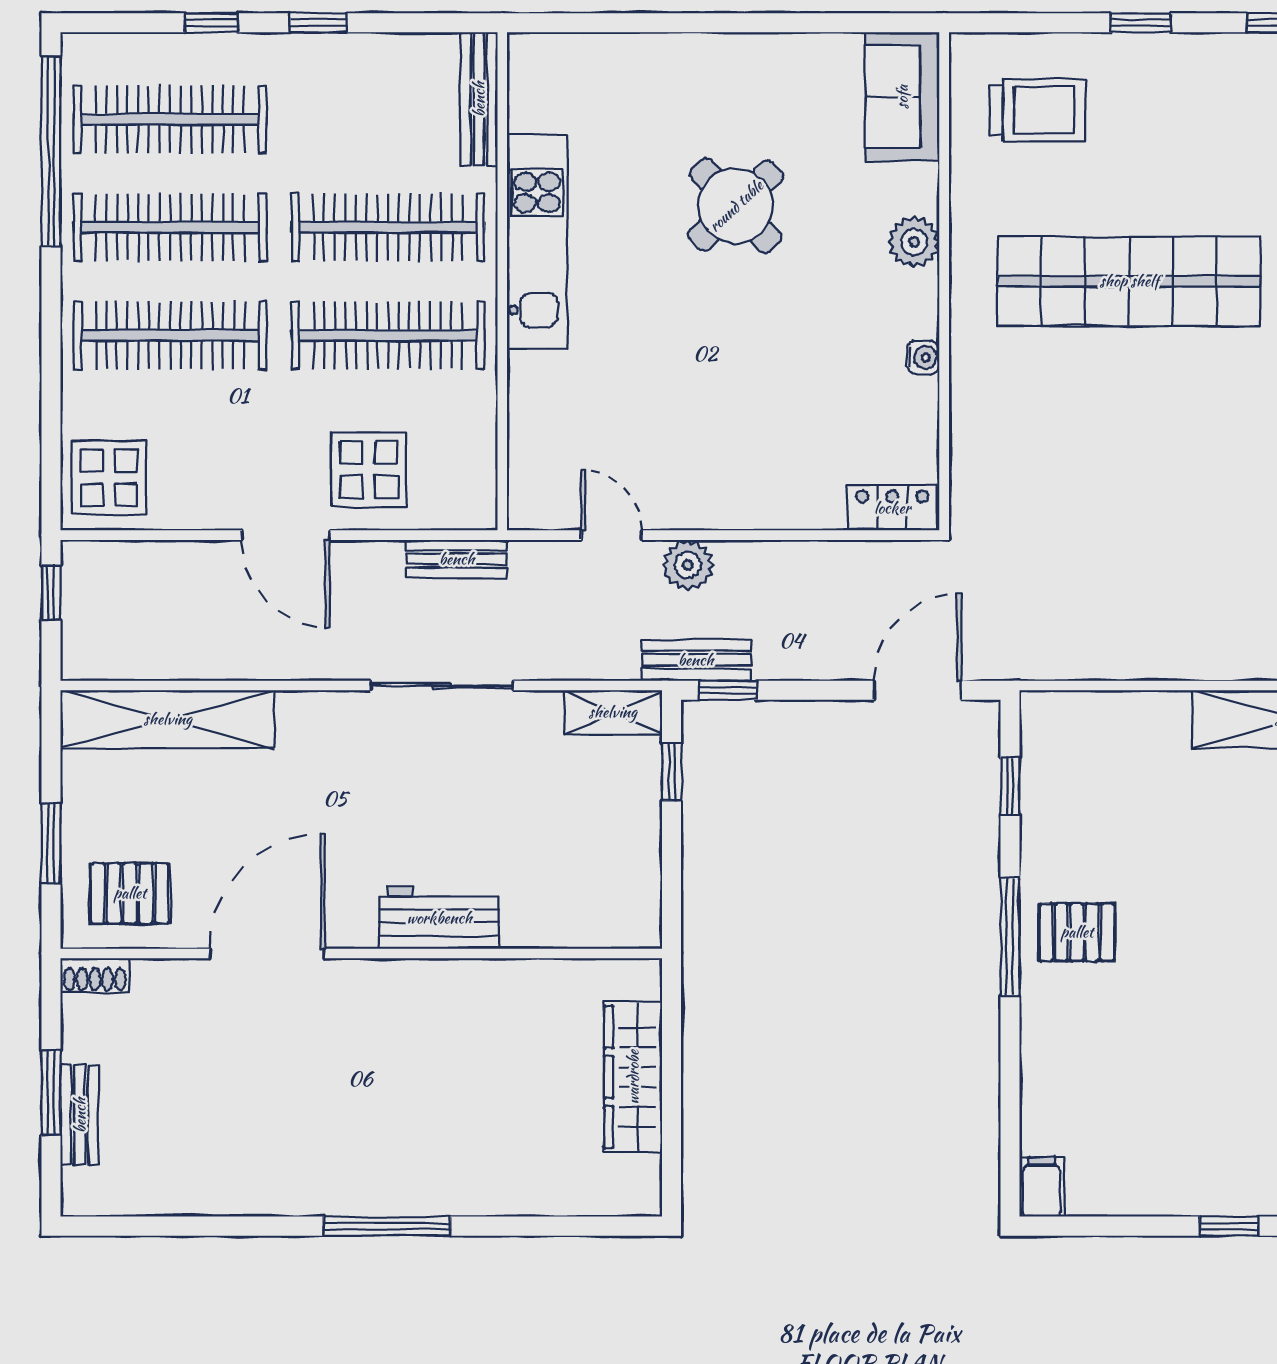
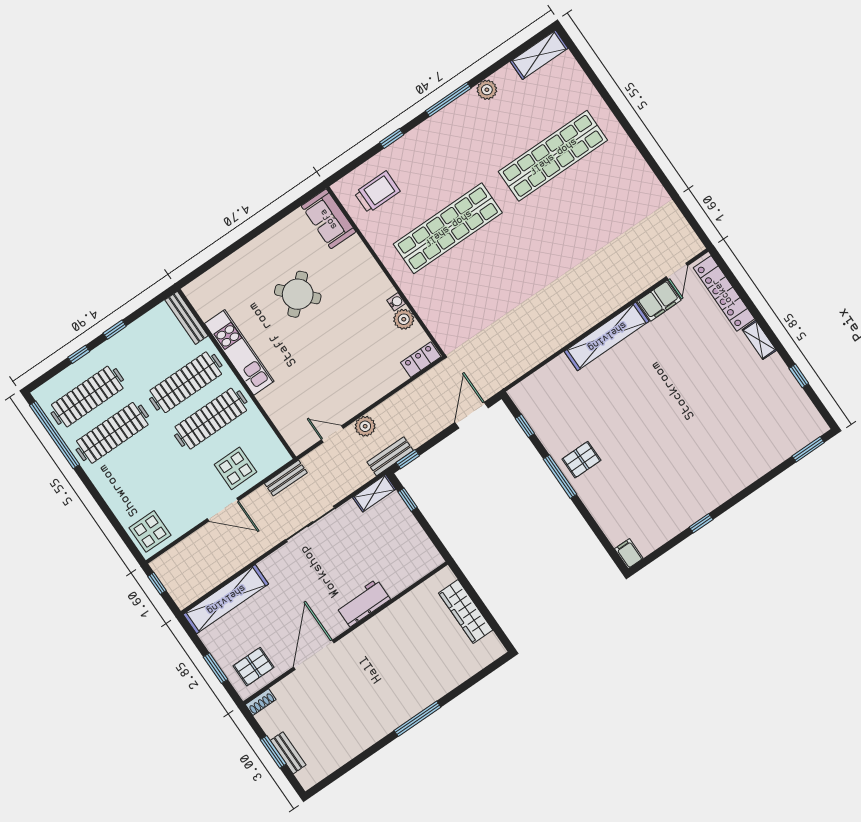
plant: (914, 242) -> (404, 319), moved
clothes rail: (170, 335) -> (137, 469), removed

